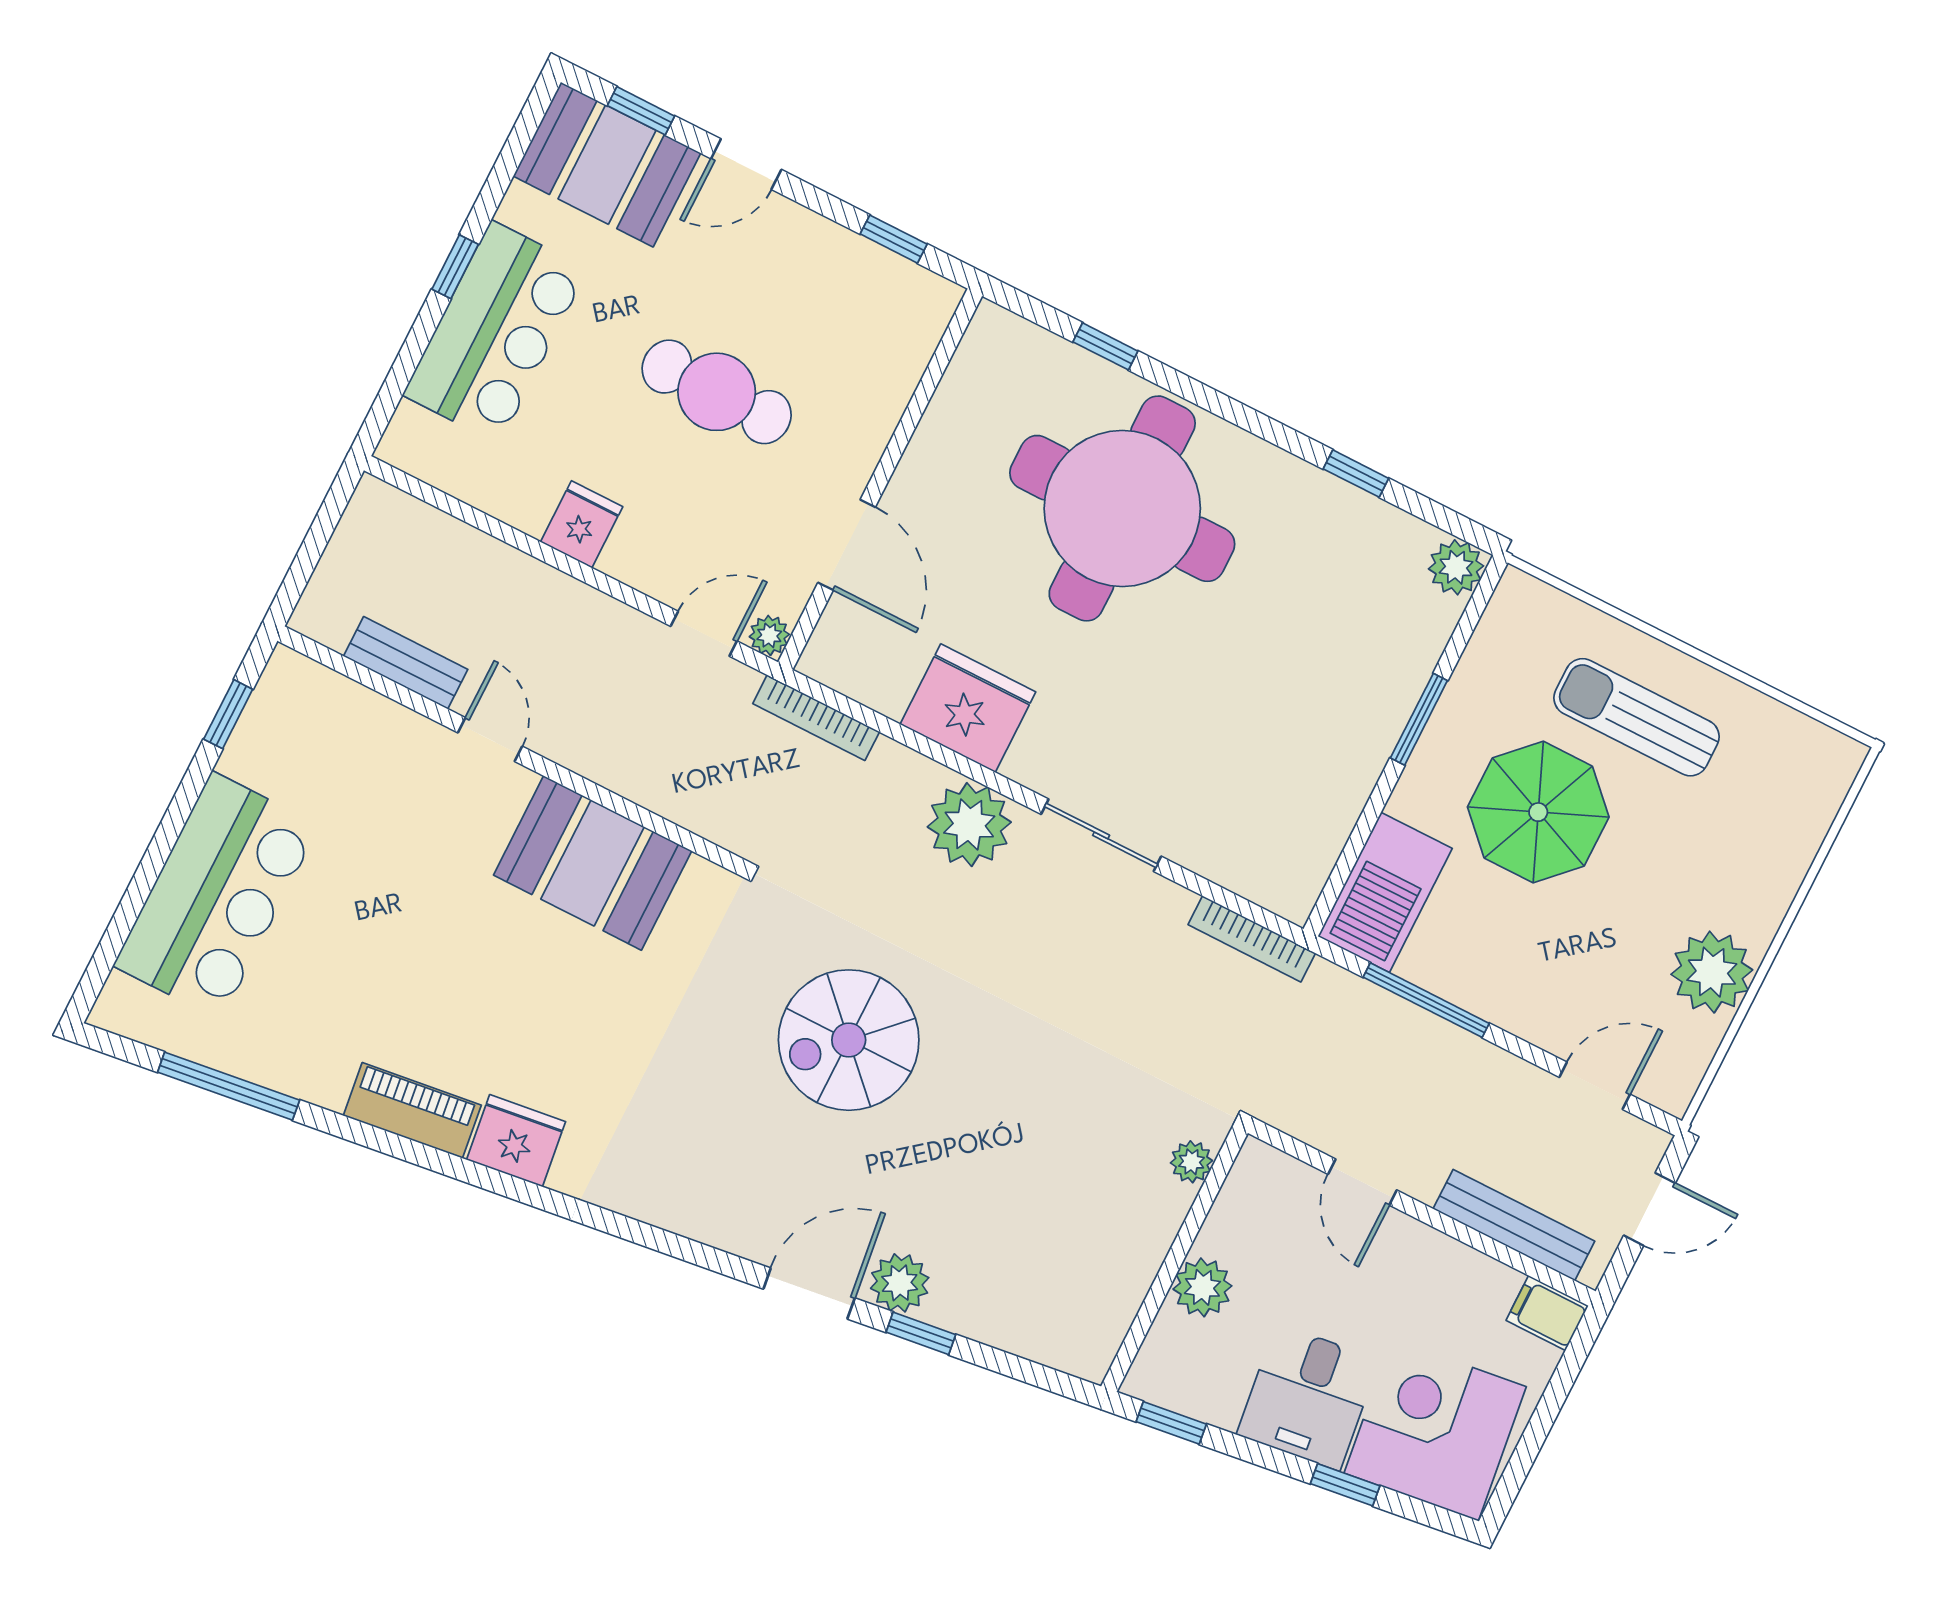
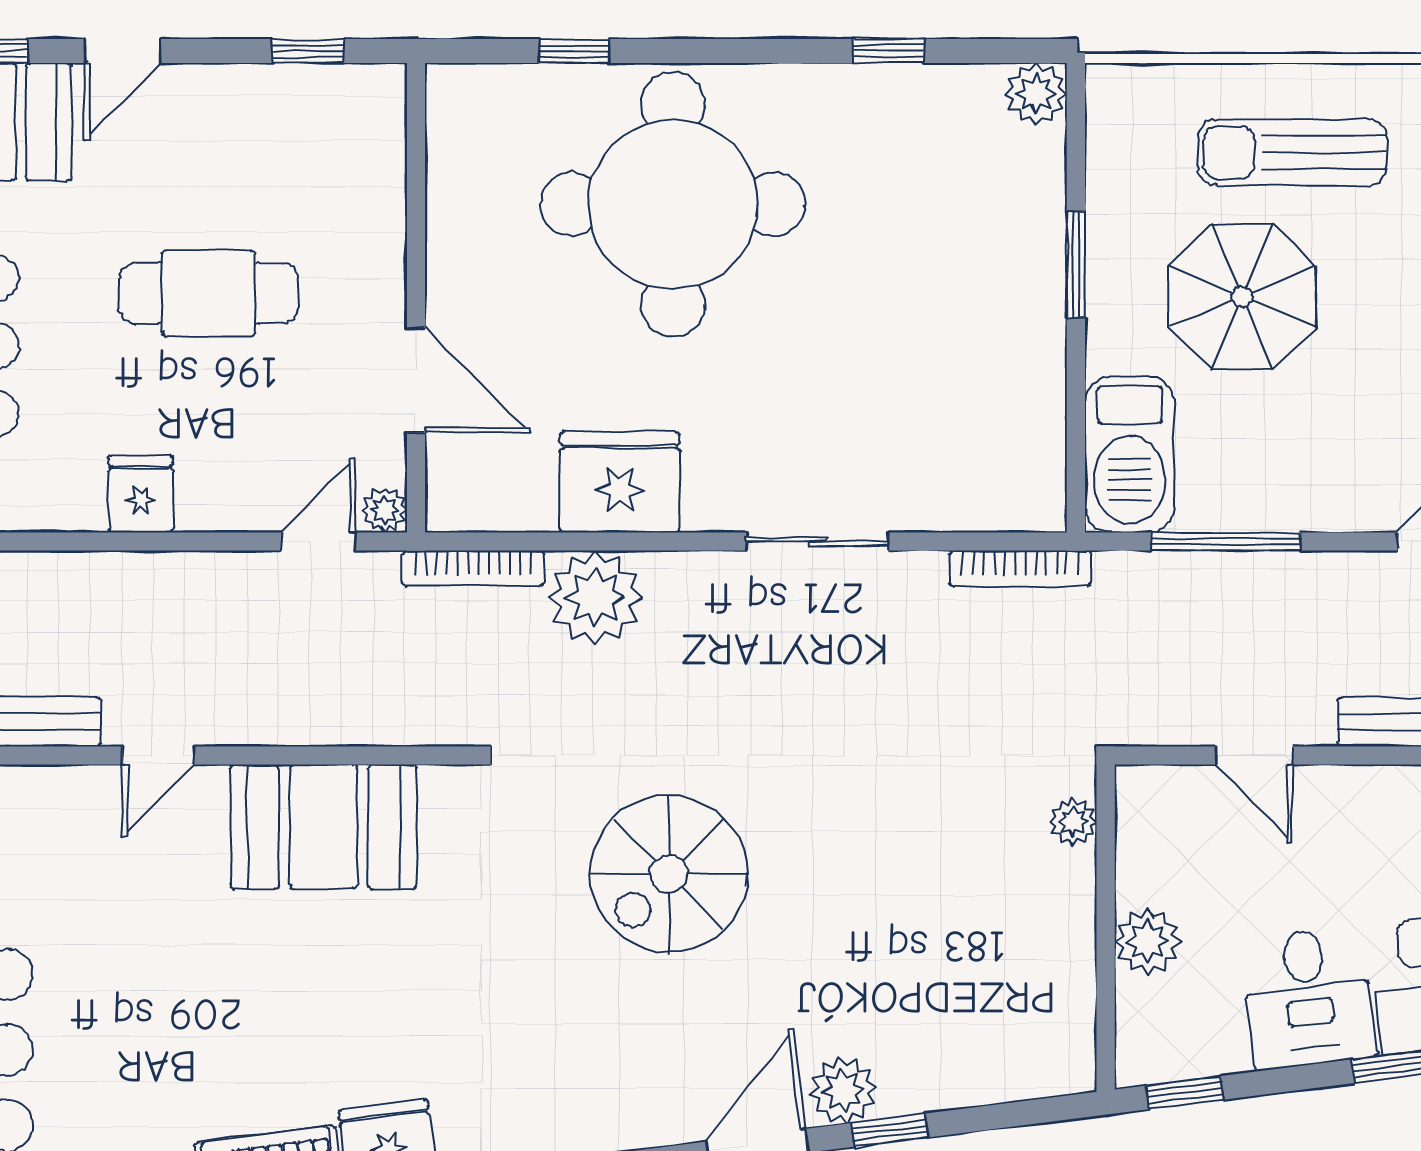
door: (490, 740) -> (158, 755), swing flipped
plant: (969, 825) -> (595, 597), moved

